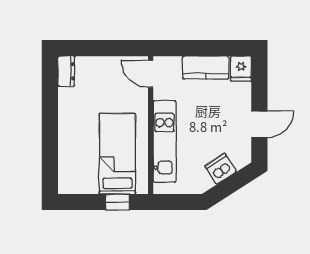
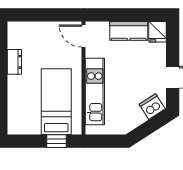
dresser: (66, 71) -> (14, 62), moved
dishwasher: (221, 169) -> (152, 107), moved

